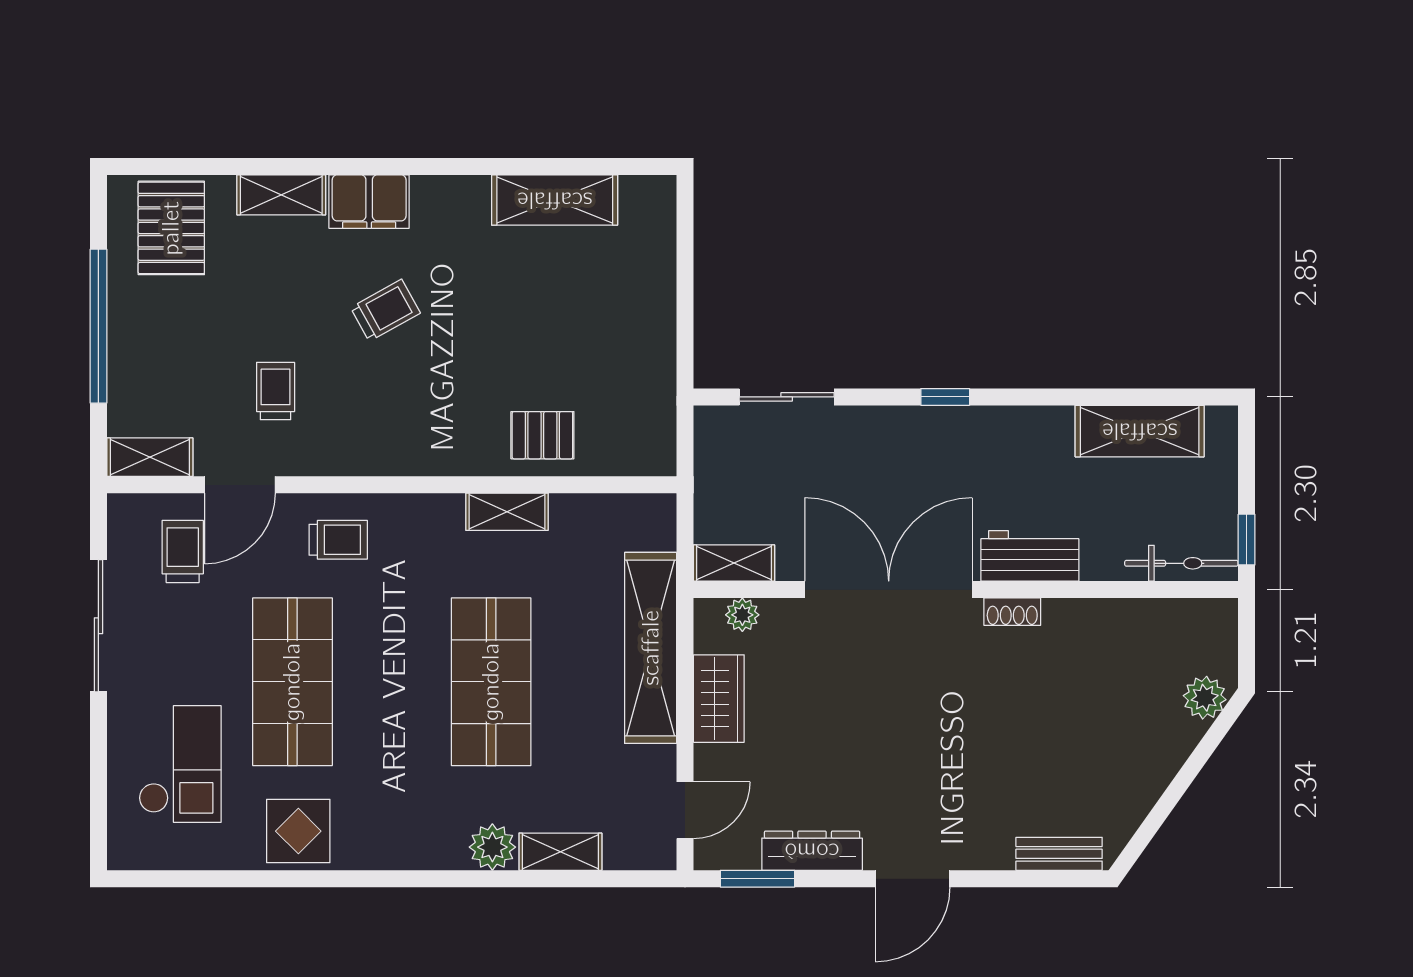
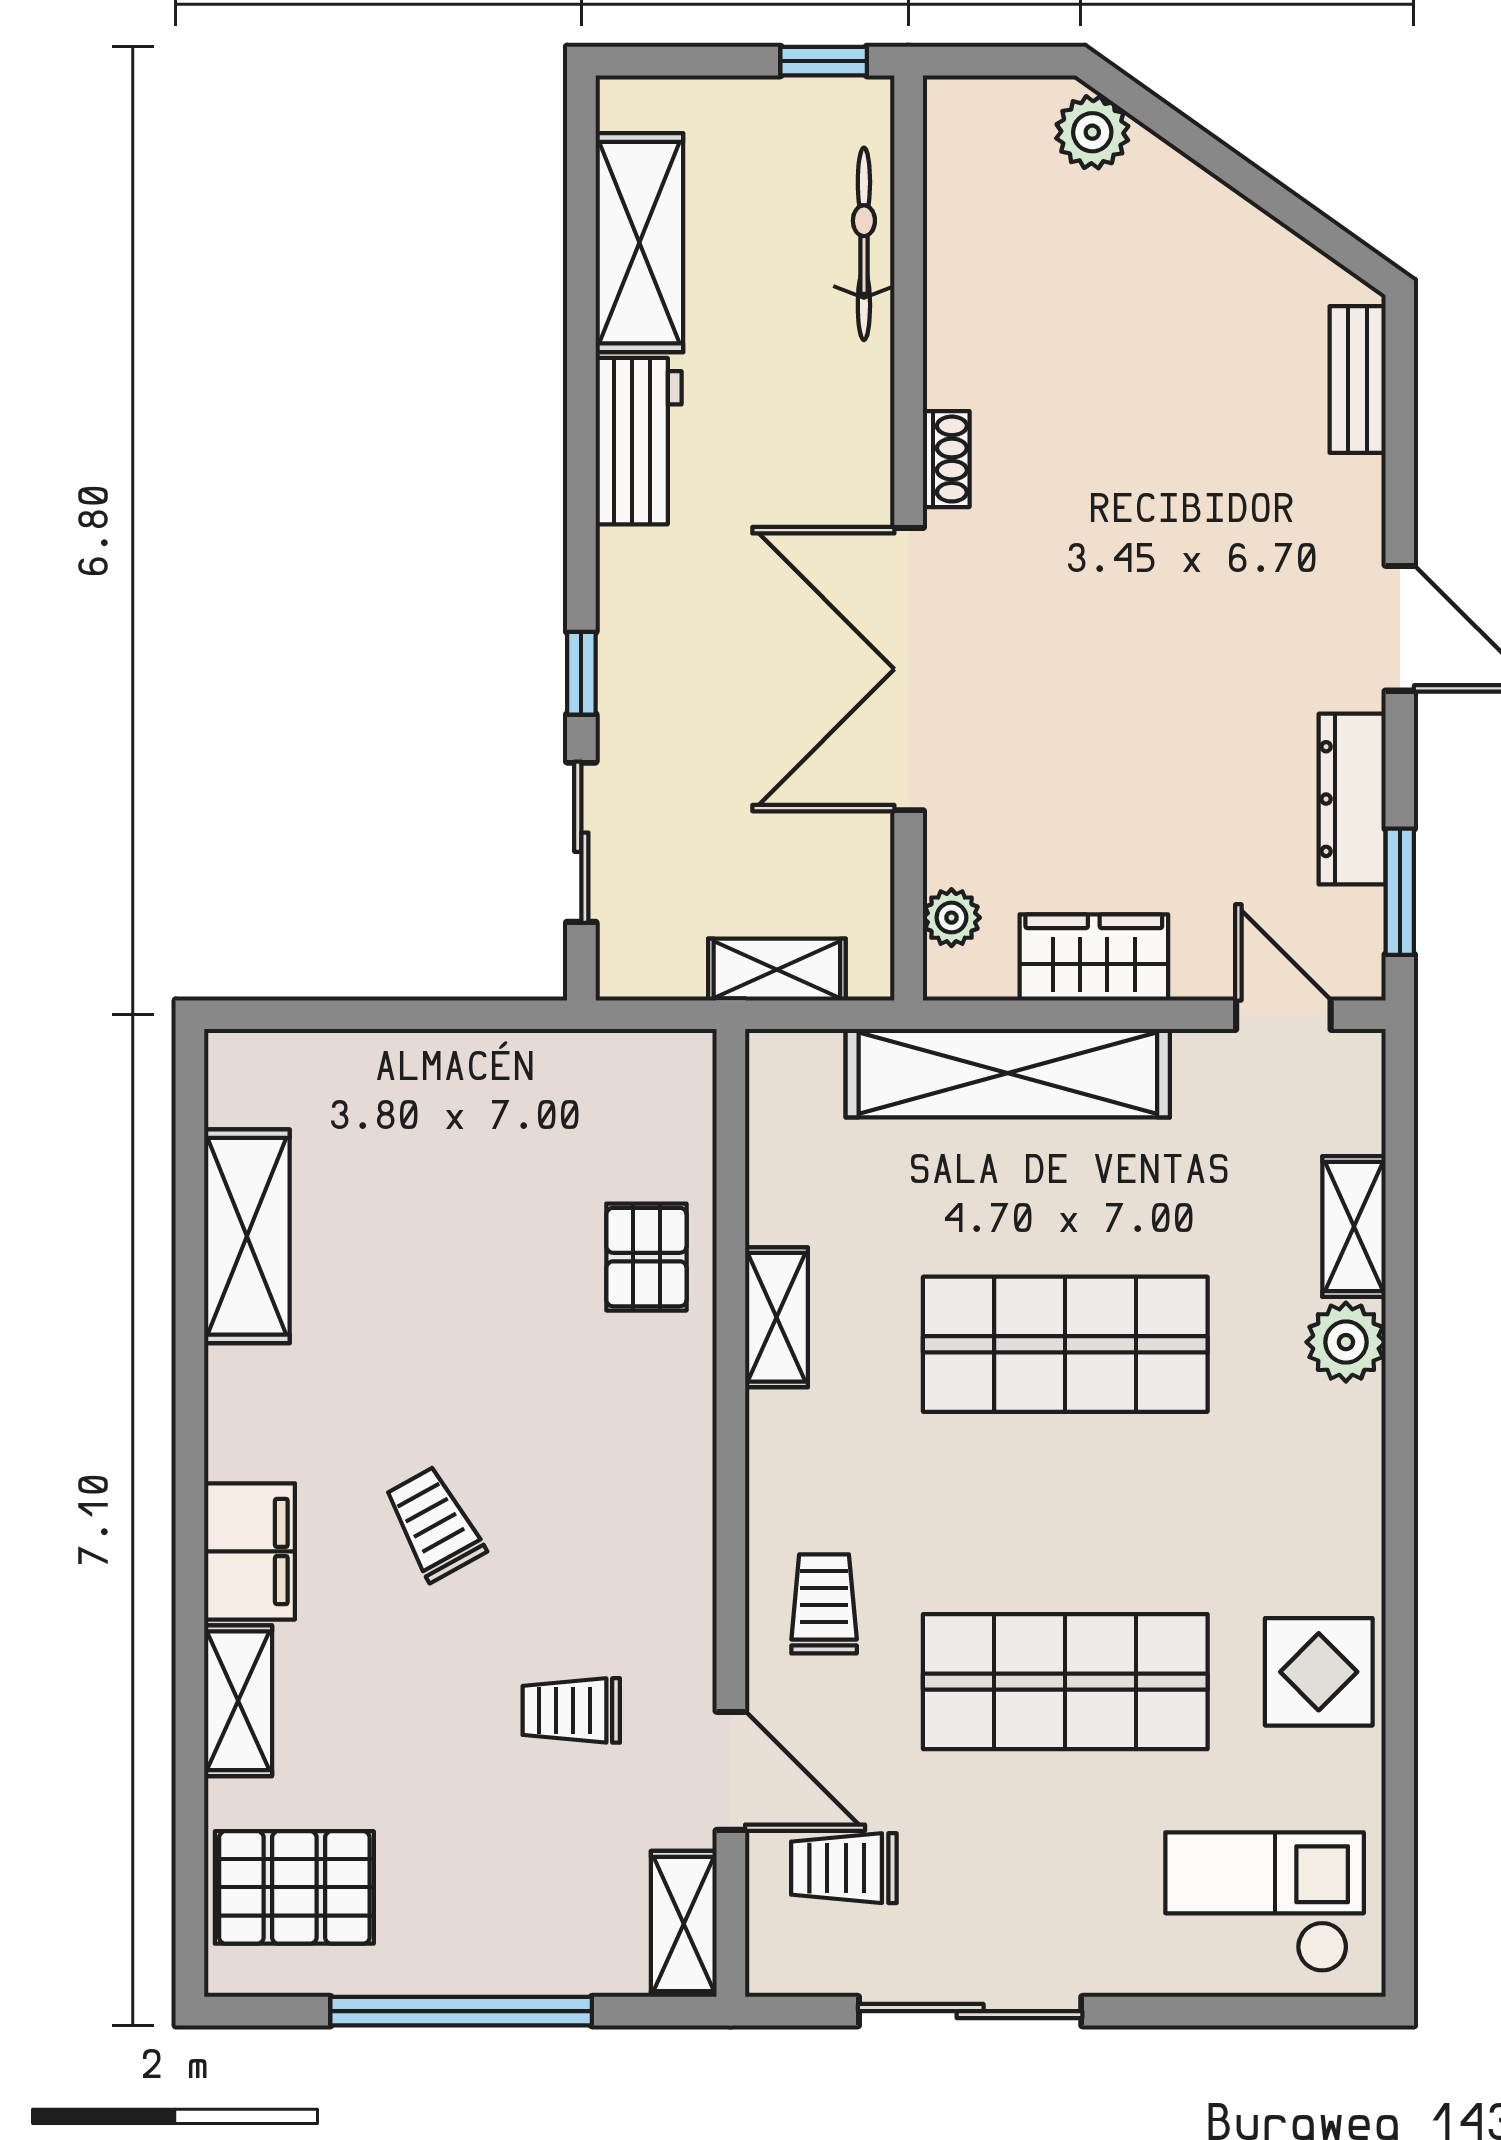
window: (945, 397) -> (581, 673), moved
workbench: (1030, 556) -> (639, 441), moved, turned 180
shelving: (734, 563) -> (777, 970), moved, turned 90
bicycle: (1181, 563) -> (864, 244), moved
checkout: (180, 764) -> (1265, 1902), moved

